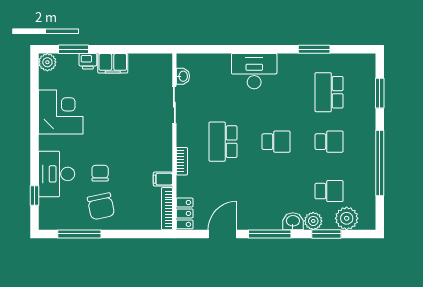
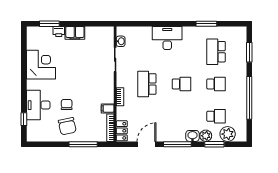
plant: (47, 62) -> (32, 32), removed
window: (79, 234) -> (83, 144), moved

